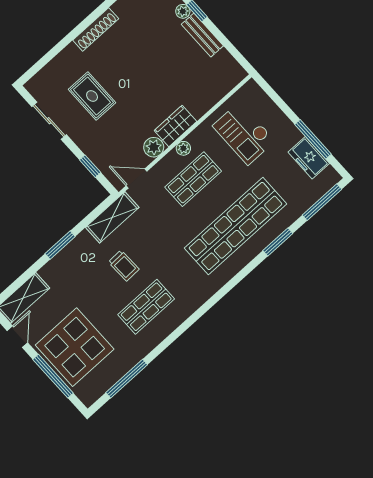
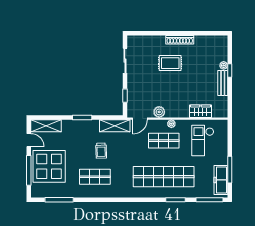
rug: (92, 96) -> (170, 63), moved, turned 90
wardrobe: (175, 126) -> (201, 111), moved
freezer: (309, 158) -> (221, 180), width x1.40
door: (137, 179) -> (140, 119), swing flipped
door: (17, 337) -> (29, 140), hinge flipped

